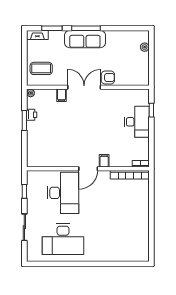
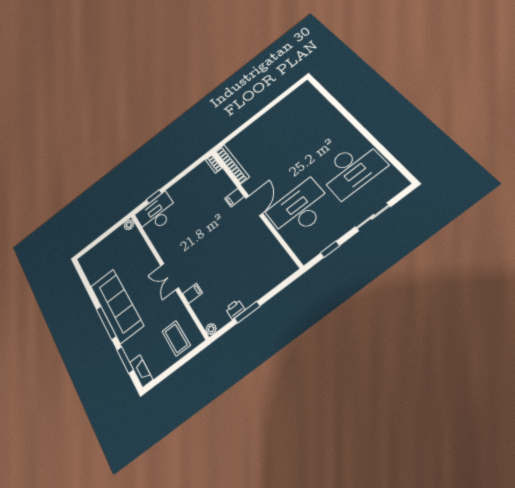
sofa: (85, 39) -> (117, 306), width x1.36, depth x1.27
plant: (145, 47) -> (129, 225), moved
armchair: (108, 78) -> (145, 261), removed
double door: (84, 87) -> (170, 277), width x0.73
desk: (137, 122) -> (156, 213), moved
door: (88, 169) -> (254, 206), hinge flipped
desk: (63, 239) -> (352, 169), turned 90

